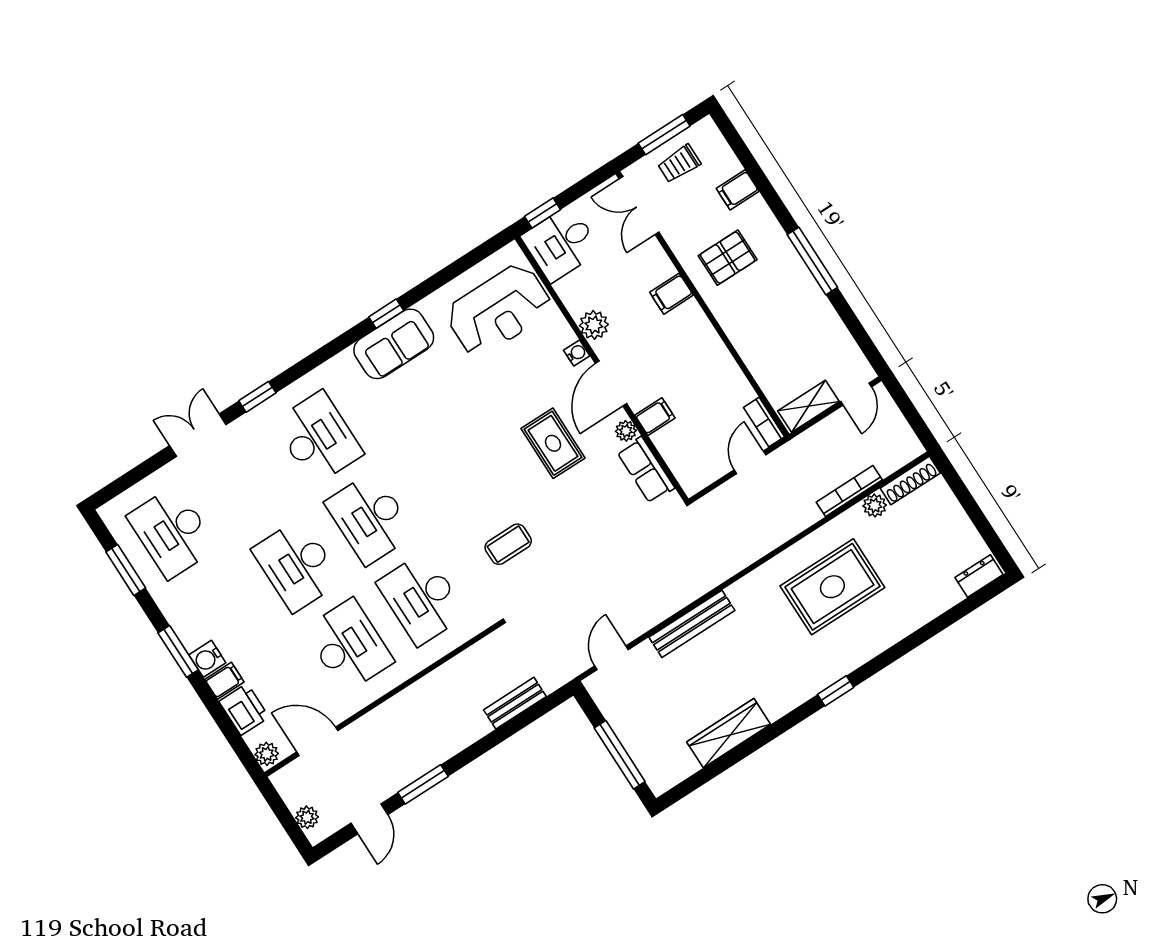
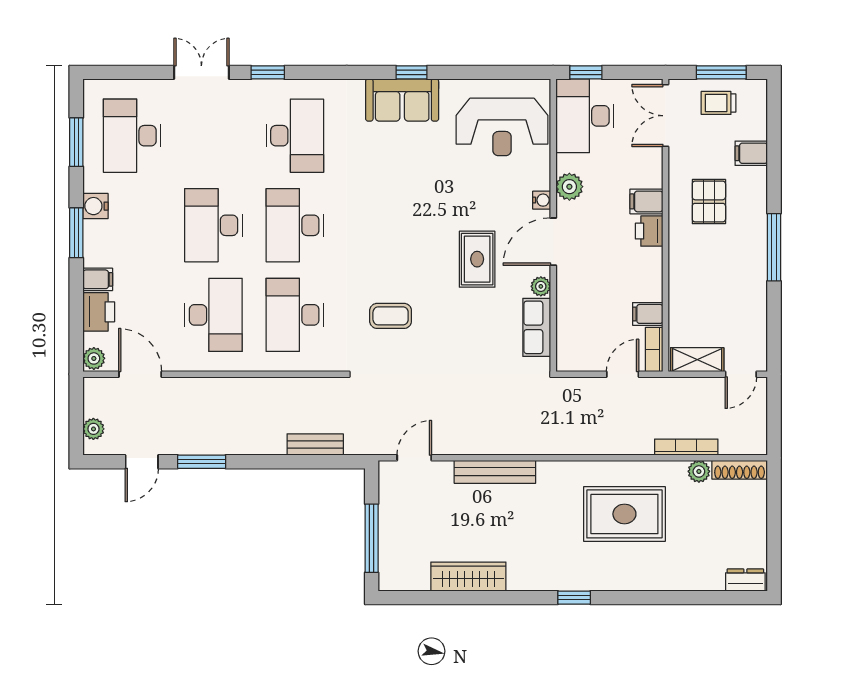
desk: (561, 244) -> (585, 116), width x1.37
pallet: (728, 258) -> (709, 202), turned 90
printer: (691, 319) -> (649, 231), added
filing cabinet: (655, 417) -> (648, 314), moved, turned 180
water cooler: (207, 659) -> (95, 206), moved

